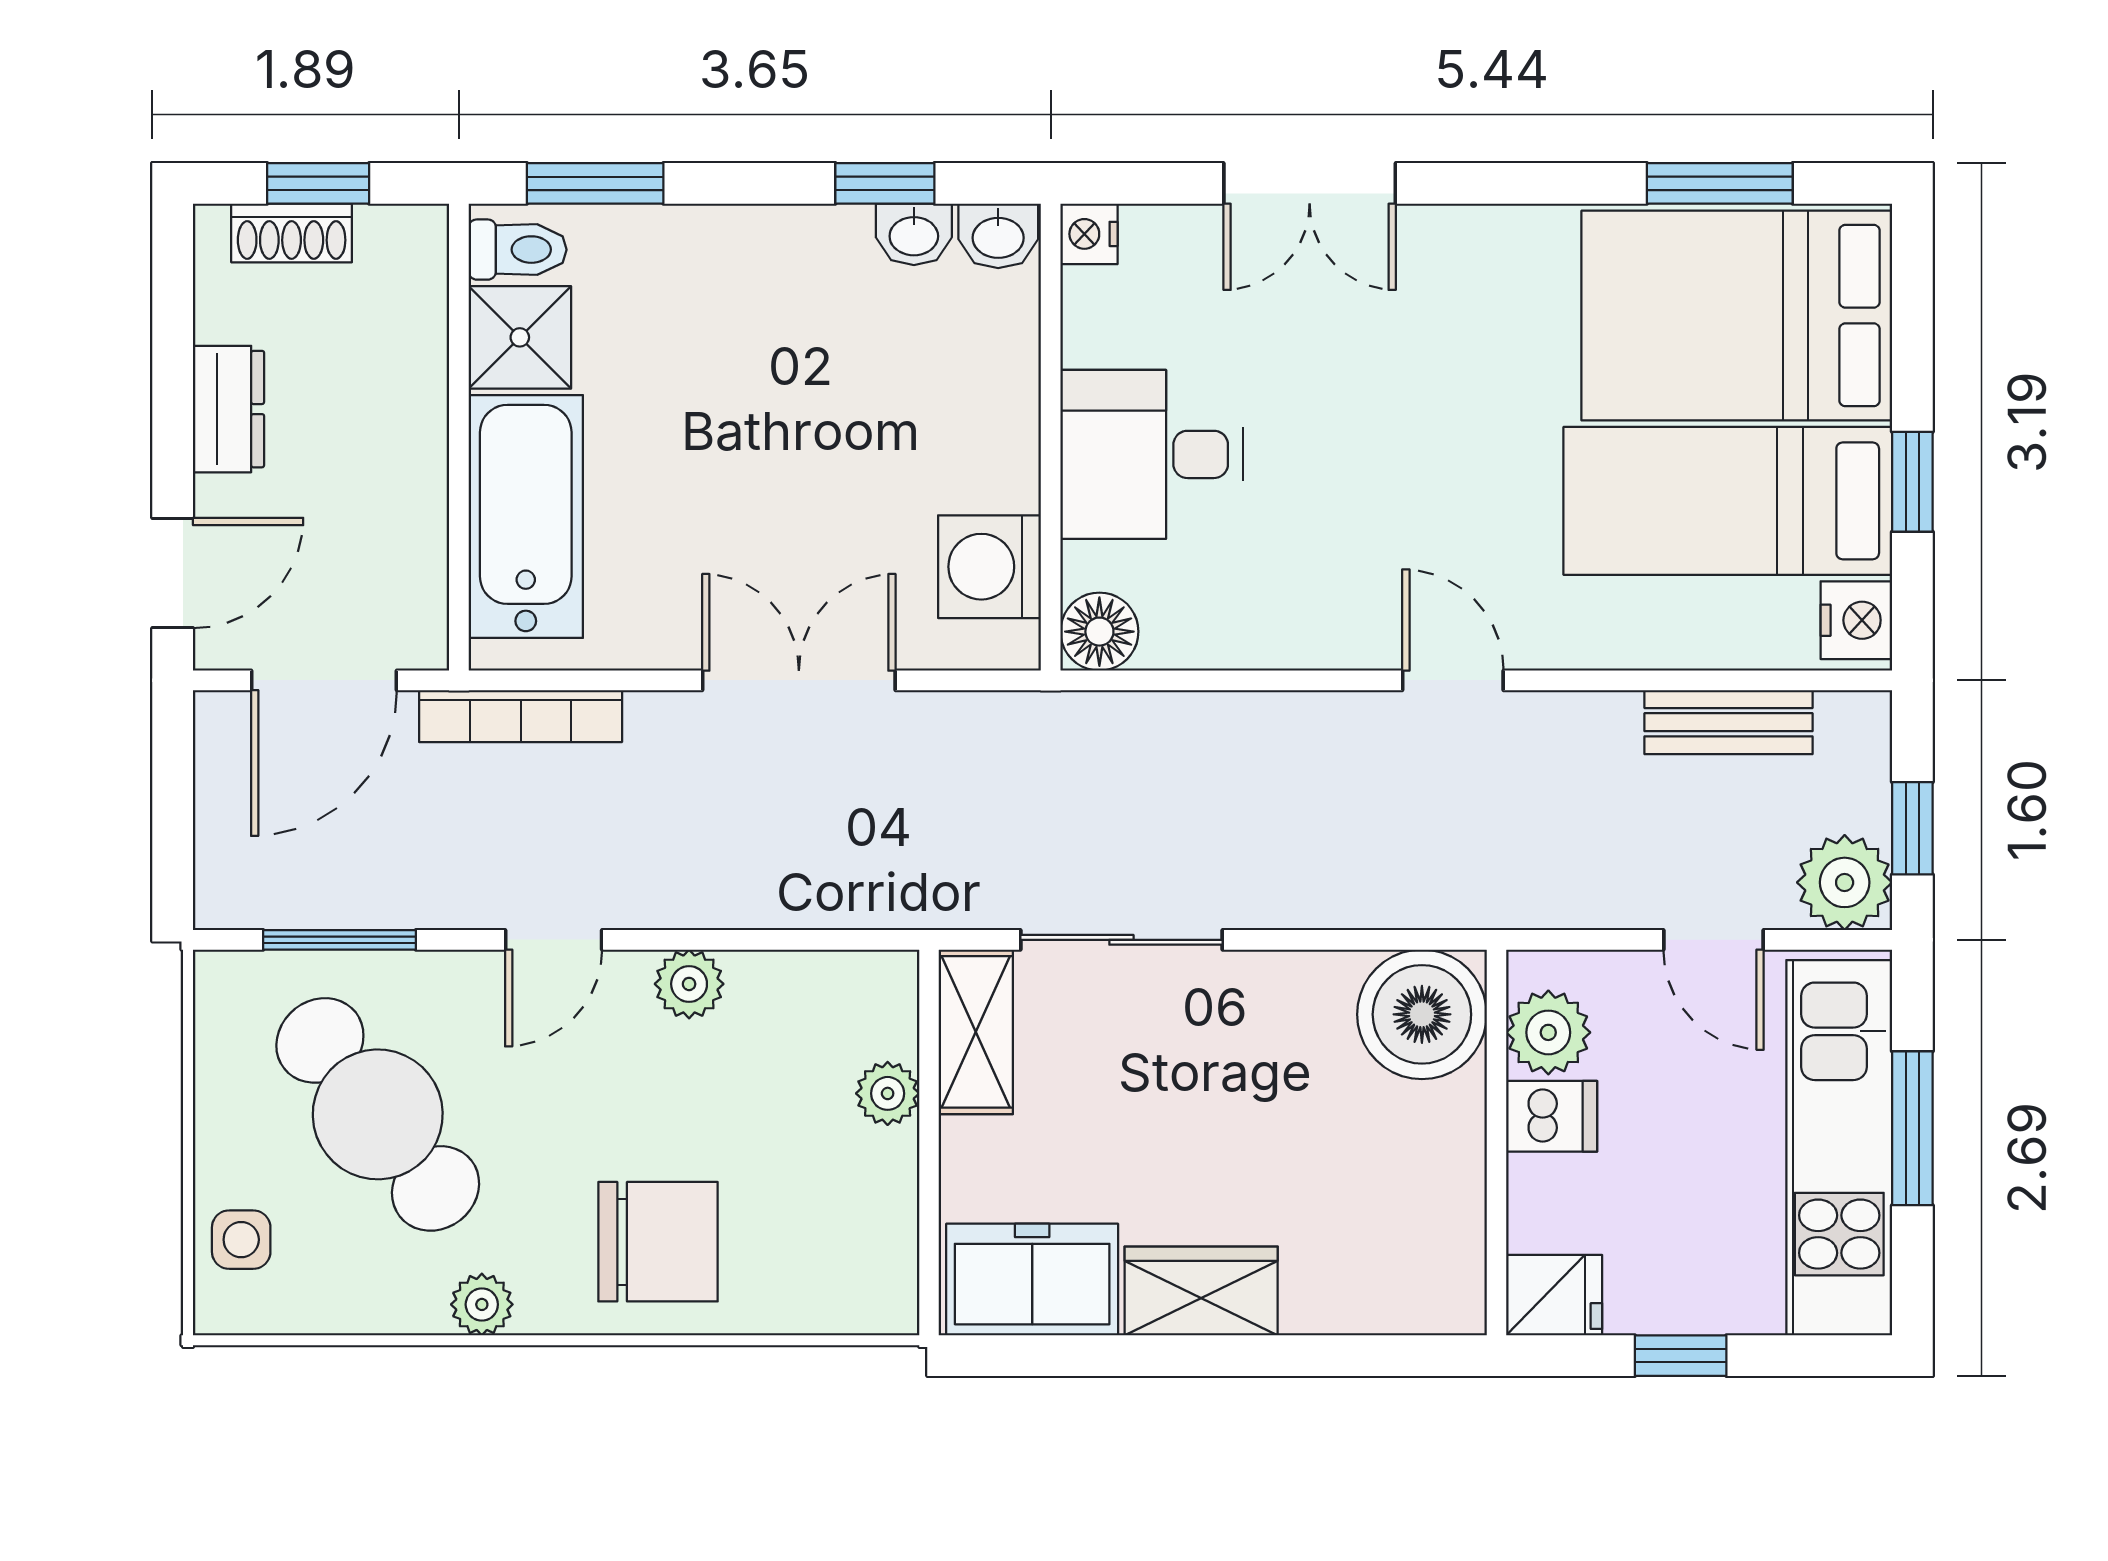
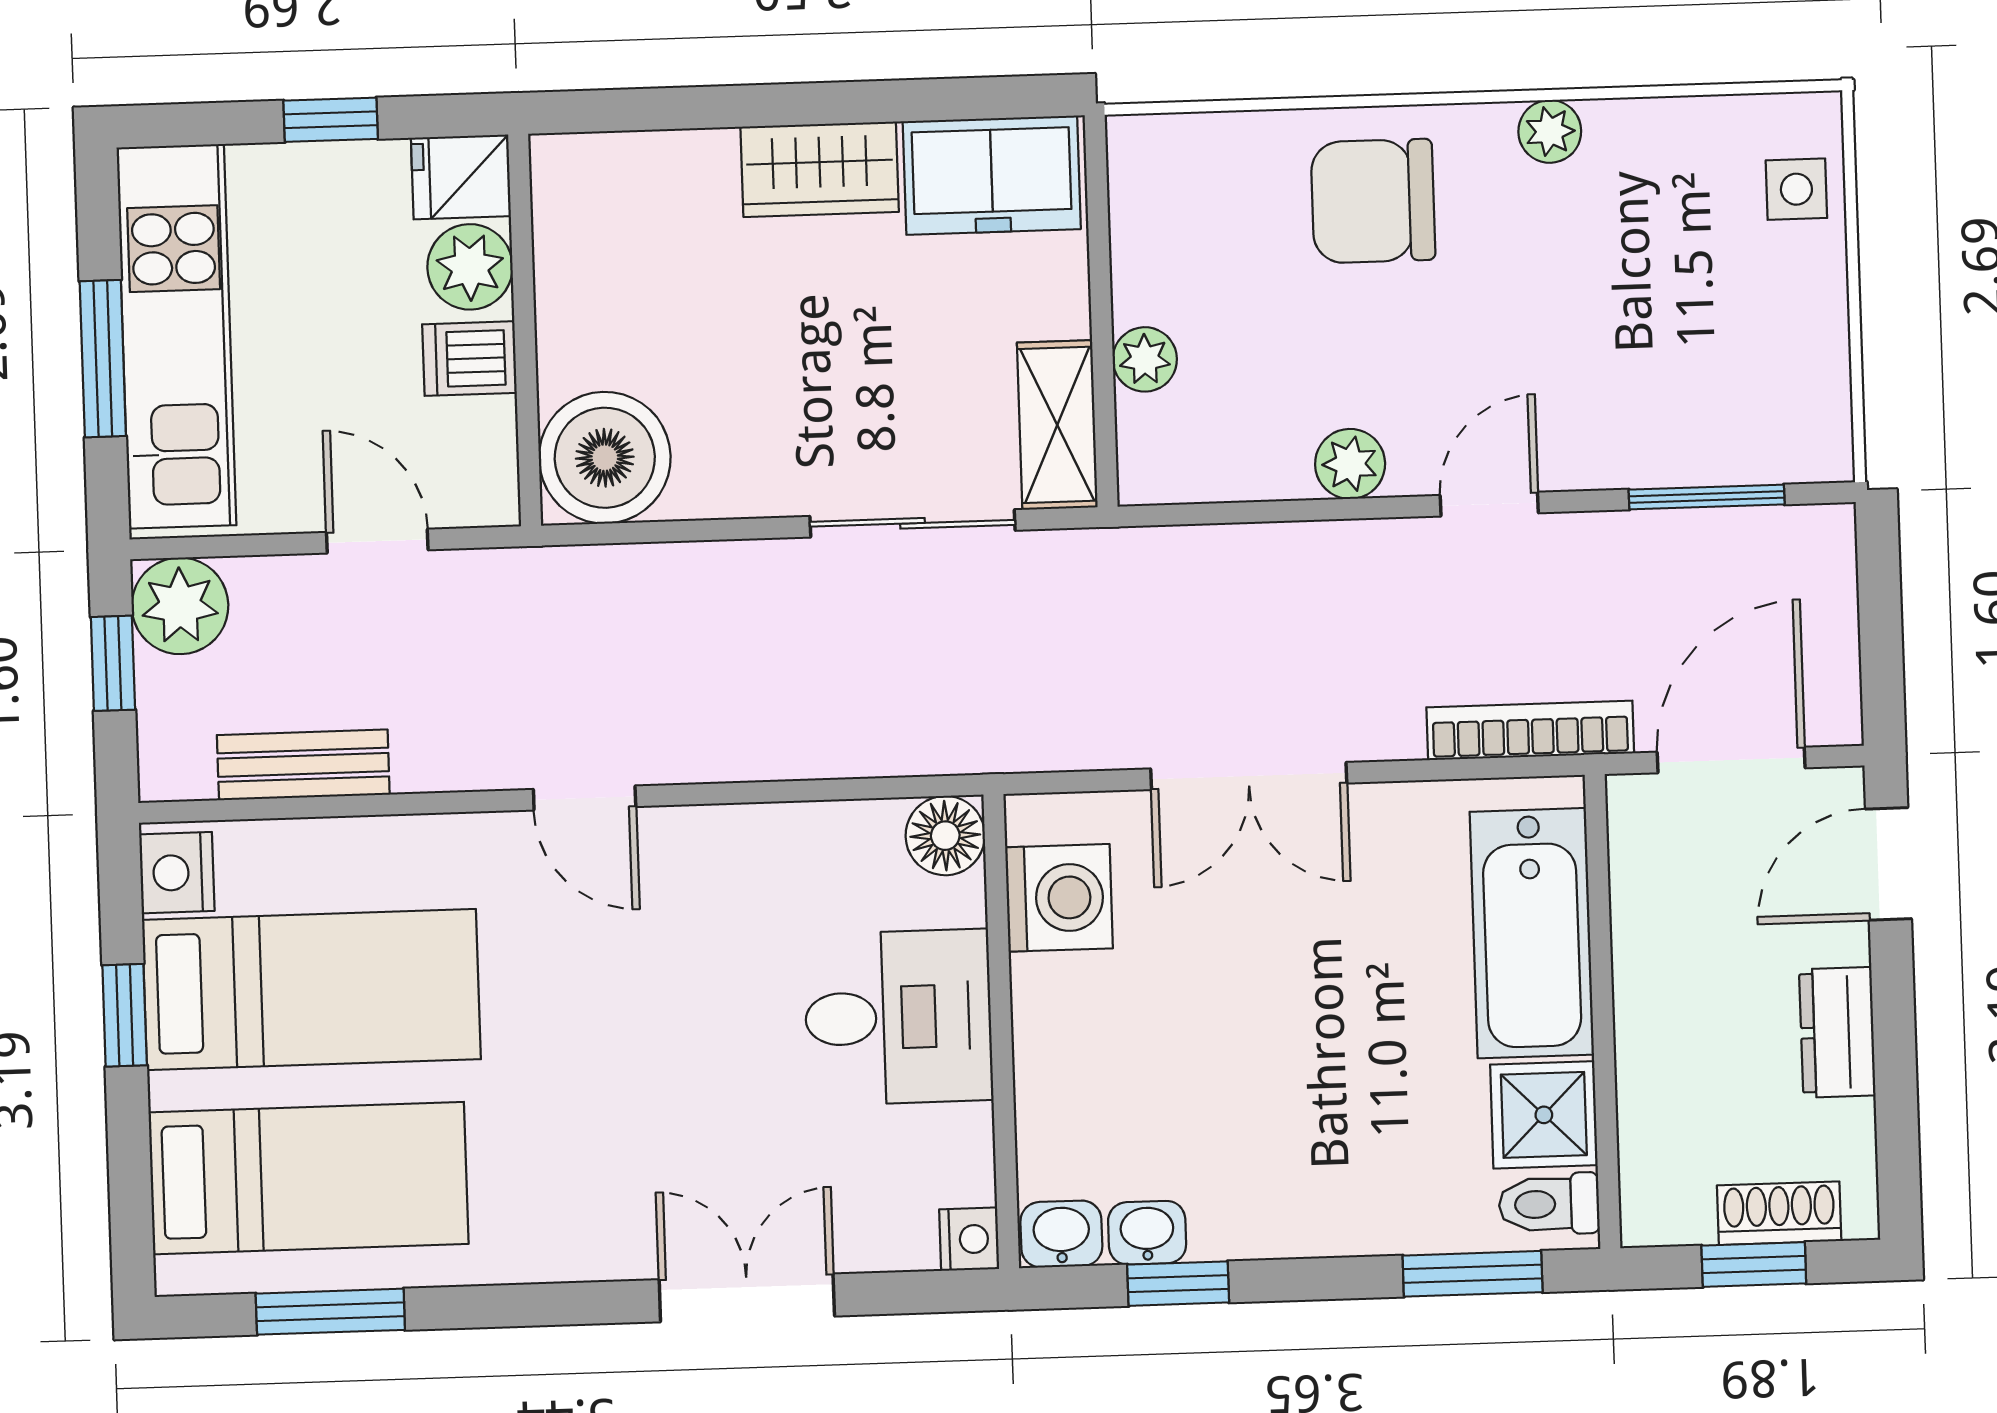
bed: (1737, 316) -> (309, 1178), width x0.67
door: (1714, 940) -> (377, 541), moved
plant: (1548, 1032) -> (470, 267), moved
cafe table: (378, 1114) -> (1662, 321), removed

